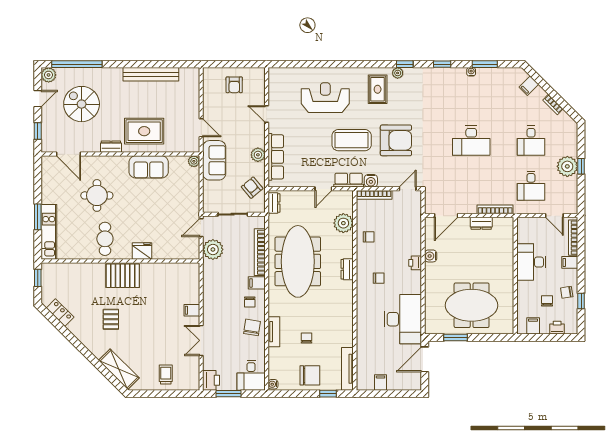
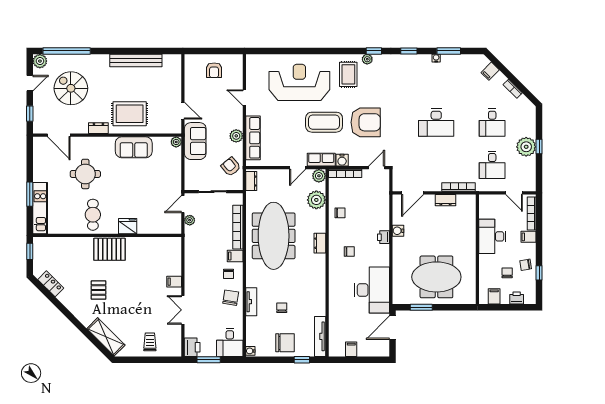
reception desk: (325, 98) -> (299, 82), width x1.36, depth x1.30
plant: (346, 197) -> (319, 176), added
plant: (213, 249) -> (190, 220), width x0.53, depth x0.53

